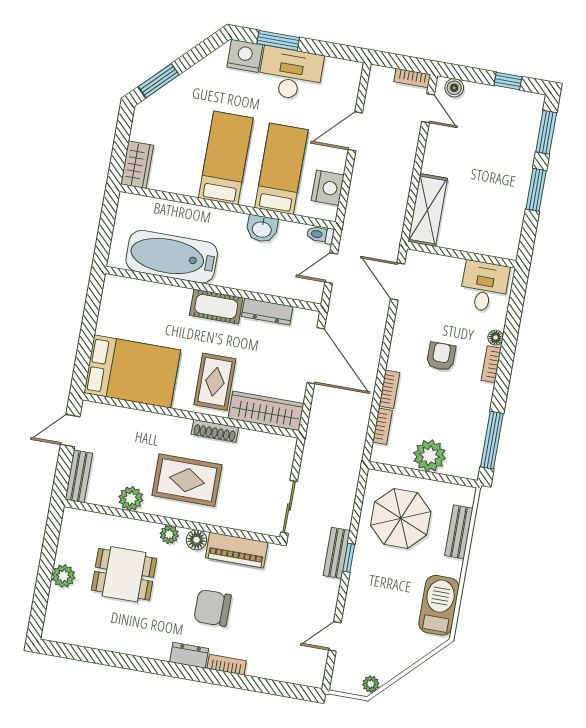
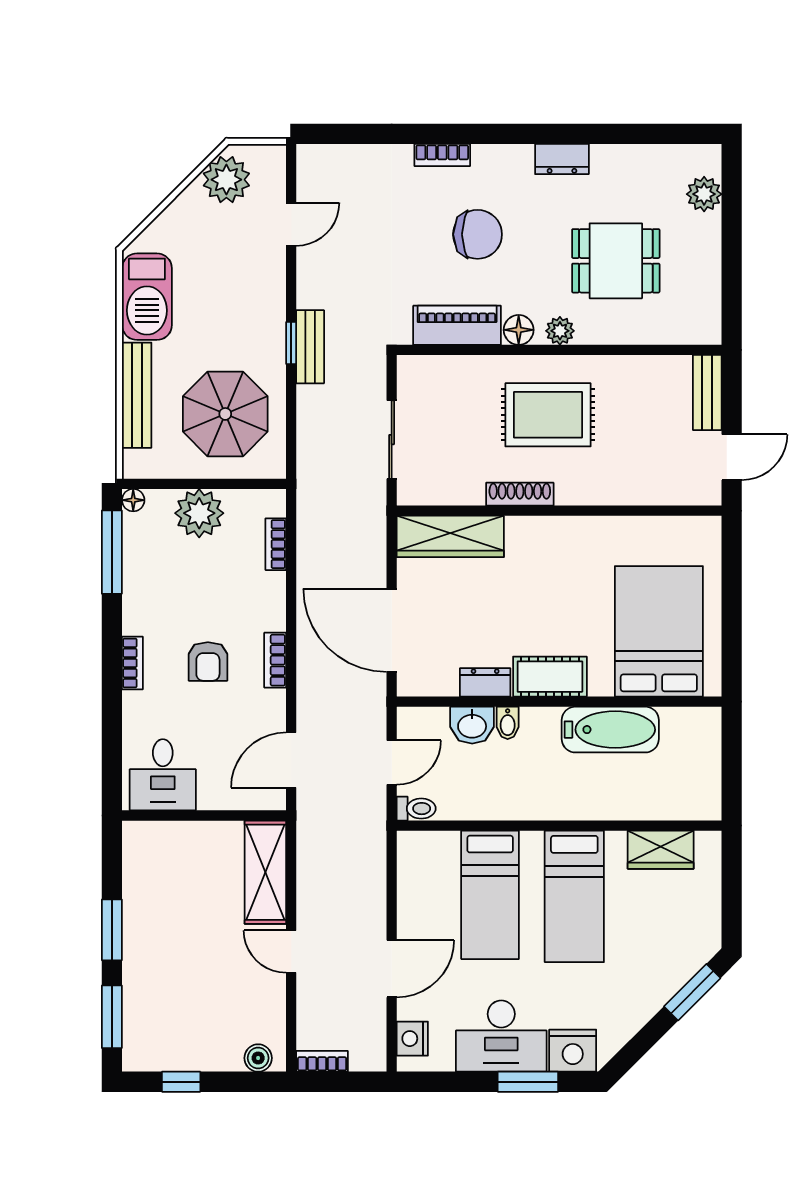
door: (428, 108) -> (291, 951), moved
wardrobe: (137, 165) -> (661, 850), moved, turned -90
nightstand: (328, 188) -> (412, 1039), moved, width x0.74, depth x0.75
washbasin: (262, 229) -> (472, 725), moved, turned 180
bathtub: (172, 257) -> (610, 730), width x0.73, depth x0.73
bidet: (250, 281) -> (508, 723), added
door: (397, 281) -> (291, 760), swing flipped
dresser: (267, 311) -> (485, 682), width x0.70
floor lamp: (496, 338) -> (133, 500), moved
bed: (132, 371) -> (659, 631), moved, turned 90
rug: (215, 382) -> (532, 566), removed
bookcase: (389, 389) -> (275, 660), moved
plant: (131, 498) -> (625, 373), removed
sliding door: (289, 507) -> (392, 440), moved
bench: (459, 532) -> (137, 395), width x1.36
plant: (63, 576) -> (704, 194), moved
dresser: (189, 655) -> (562, 159), moved
plant: (371, 684) -> (226, 180), width x1.87, depth x1.87

